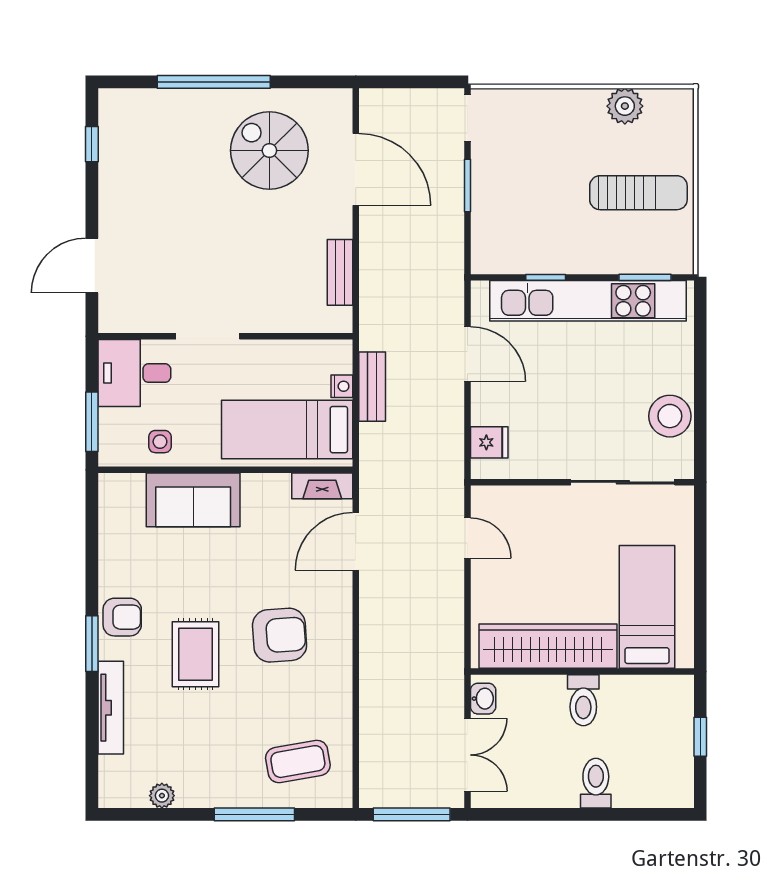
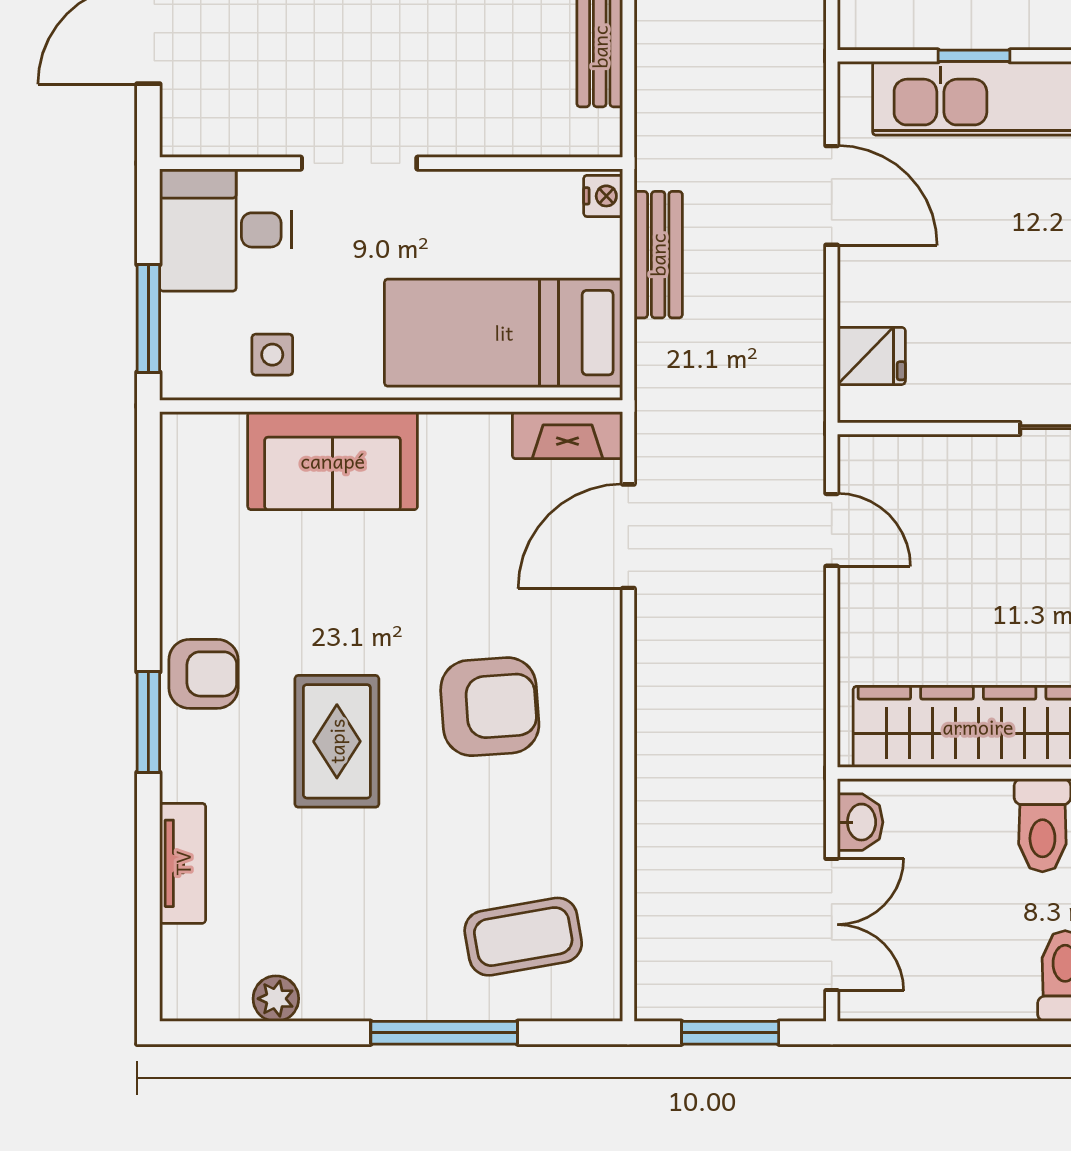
nightstand: (342, 386) -> (603, 196), moved
tv unit: (111, 708) -> (183, 863), width x0.71
window: (412, 814) -> (730, 1033), width x0.69

